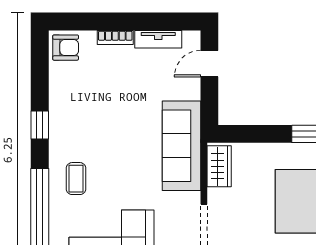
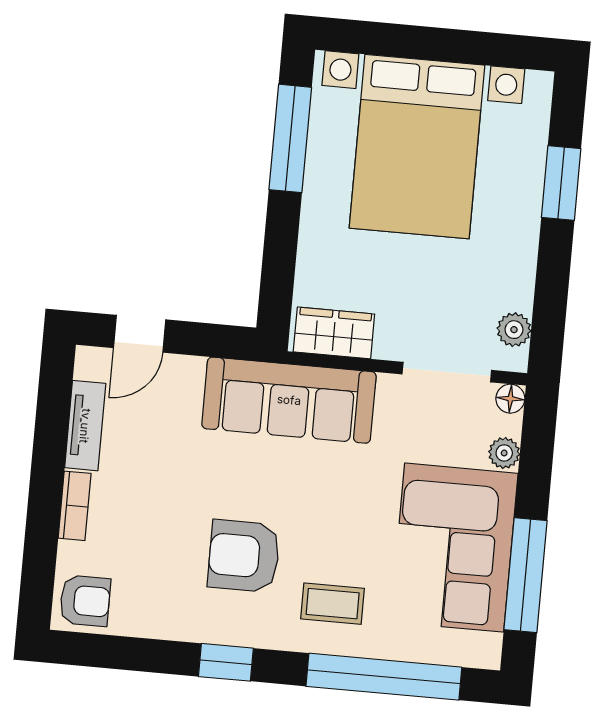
armchair: (66, 48) -> (85, 601), turned 90
door: (209, 64) -> (140, 334), hinge flipped
armchair: (97, 129) -> (244, 556), added

